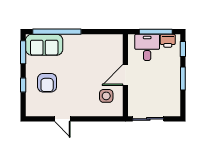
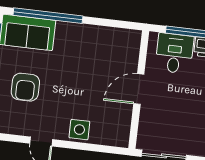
side table: (106, 96) -> (79, 130), moved

